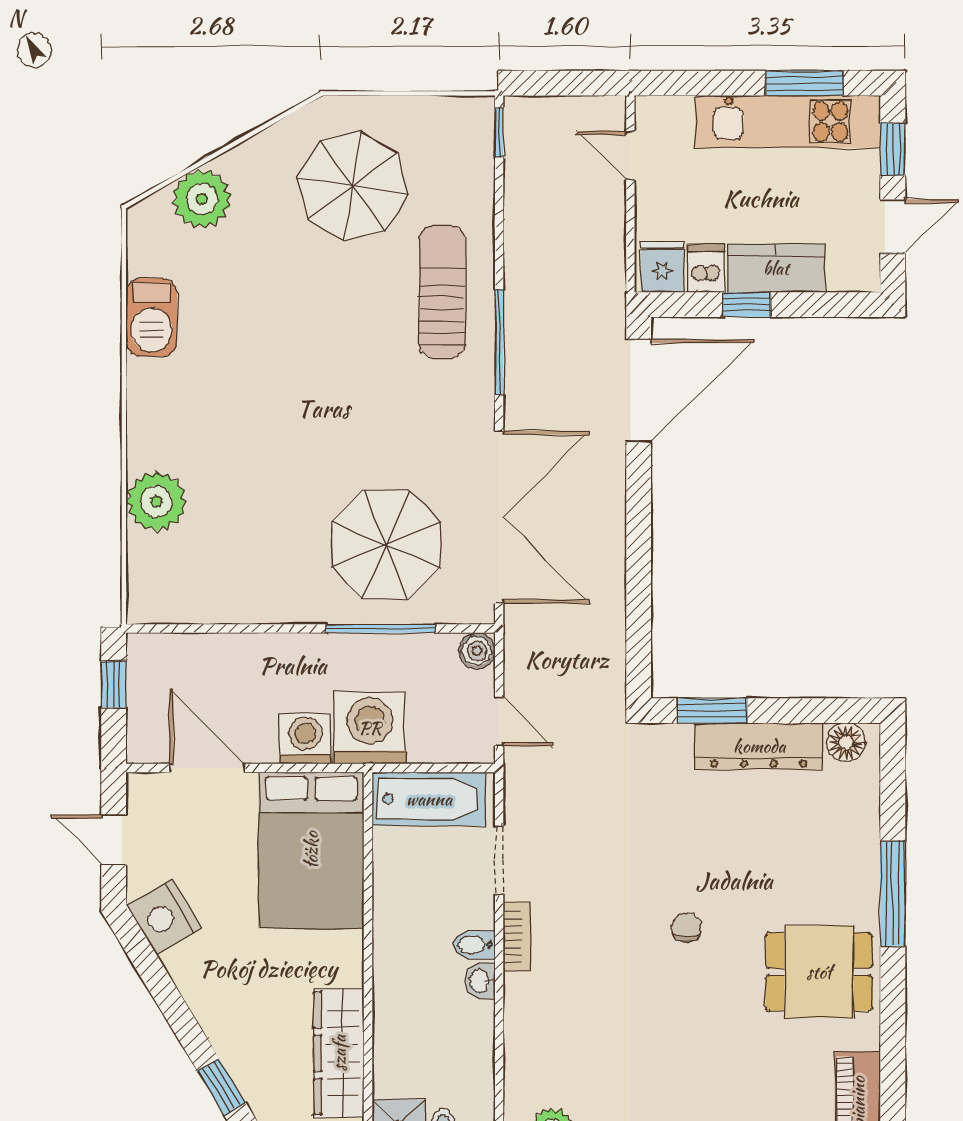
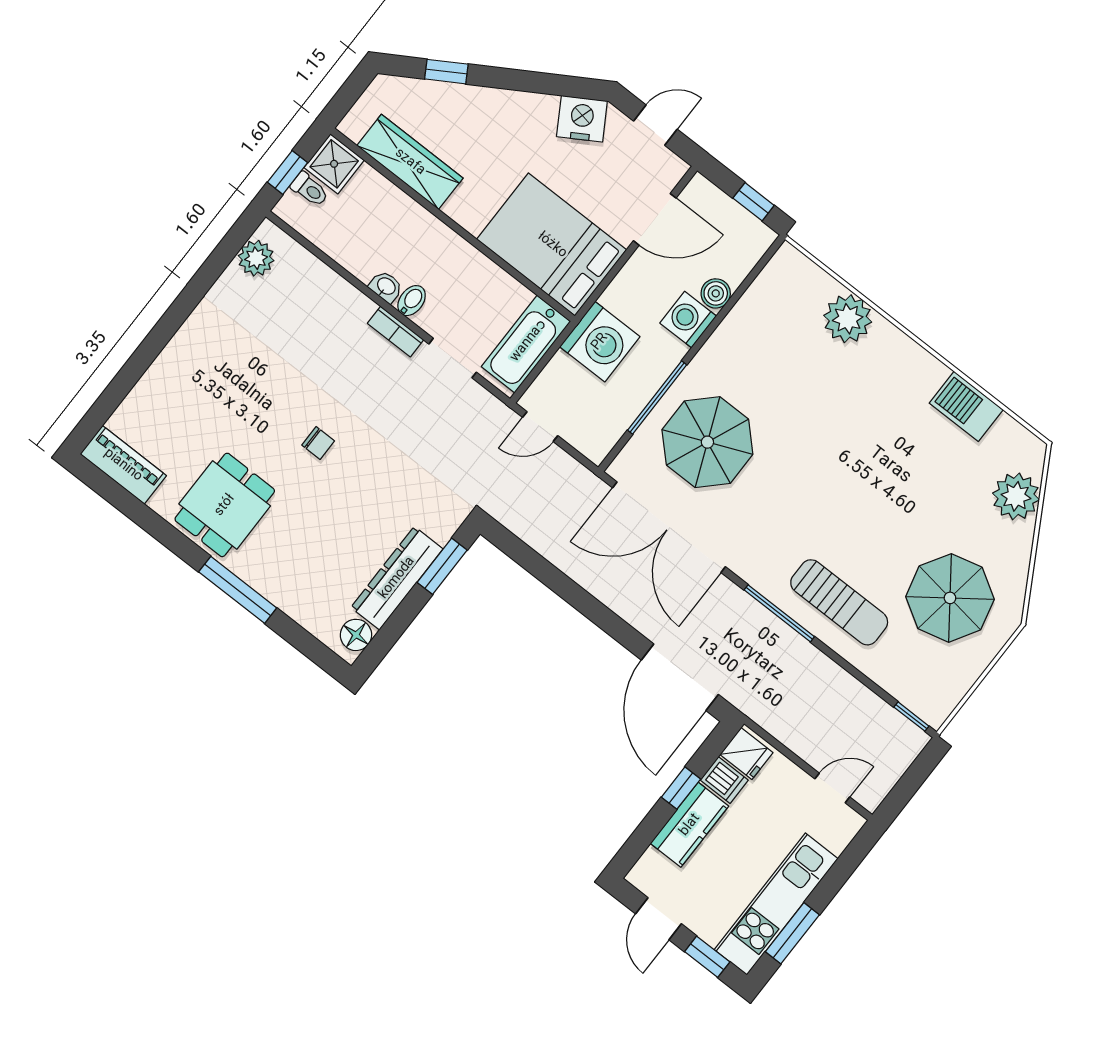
boiler: (477, 651) -> (716, 293), moved
washing machine: (305, 739) -> (688, 320), moved, turned 180

